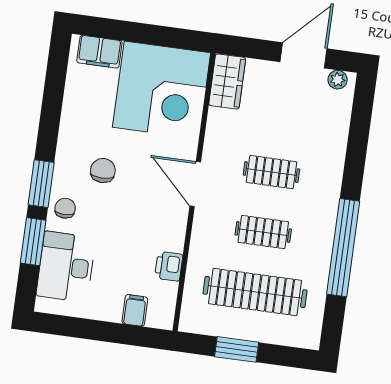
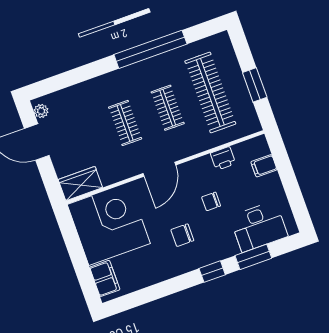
window: (41, 184) -> (212, 272), width x0.67
chair: (65, 208) -> (211, 201), moved

